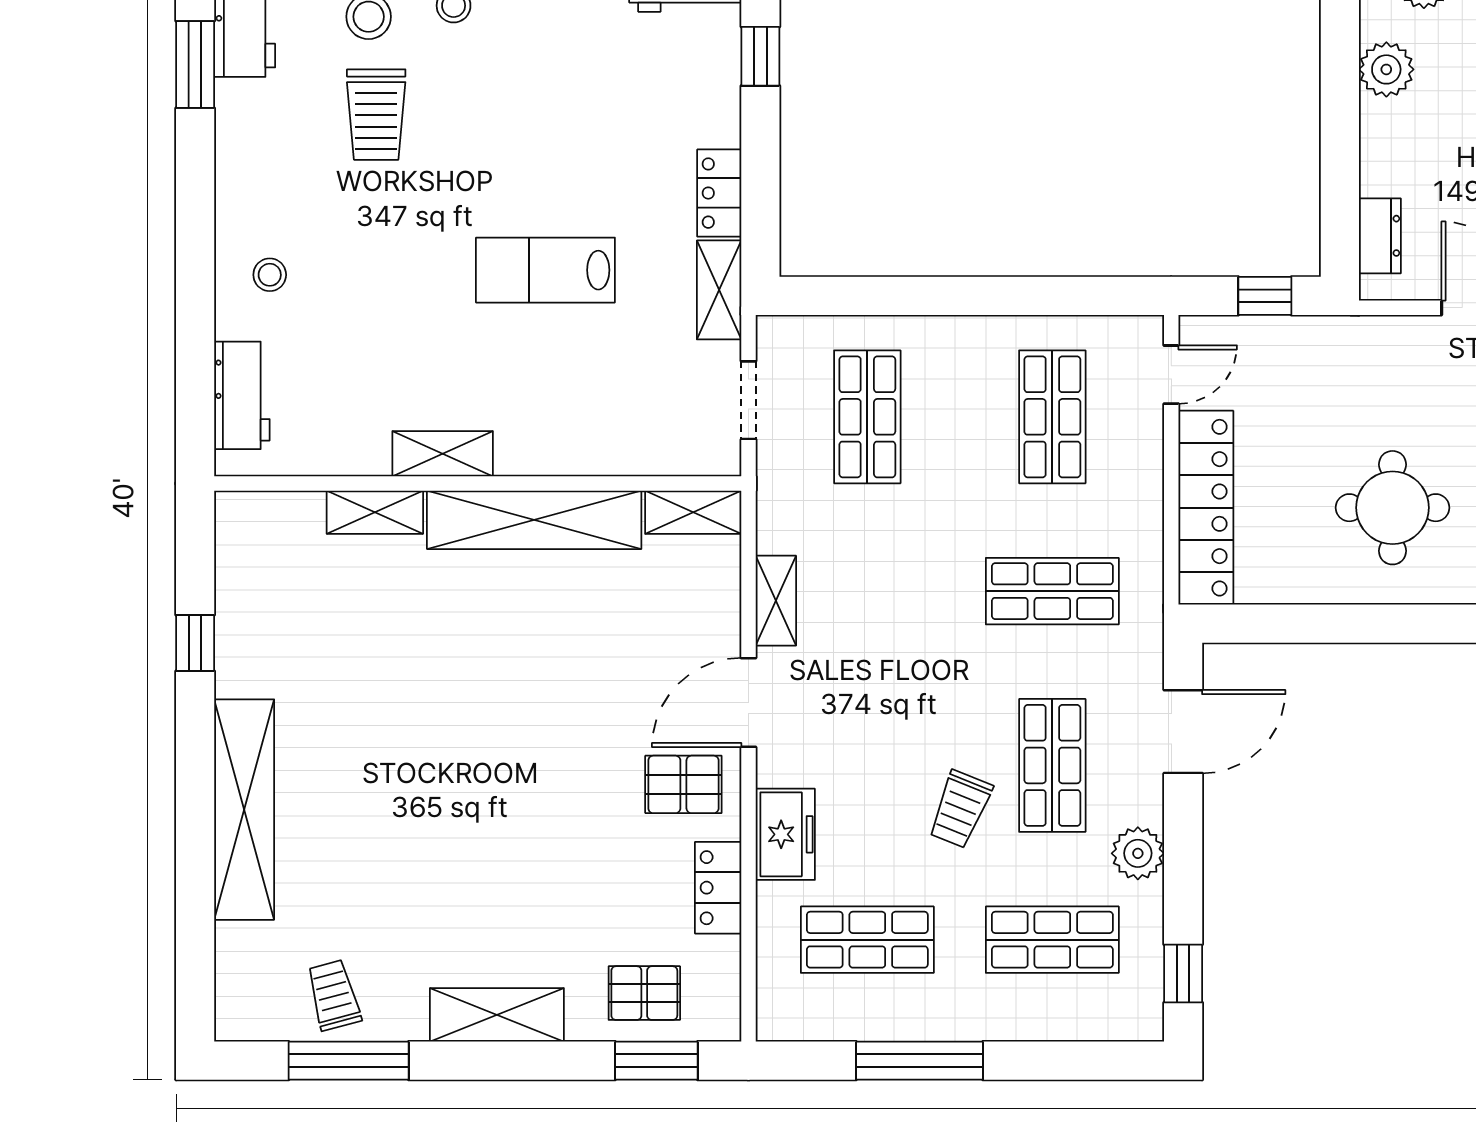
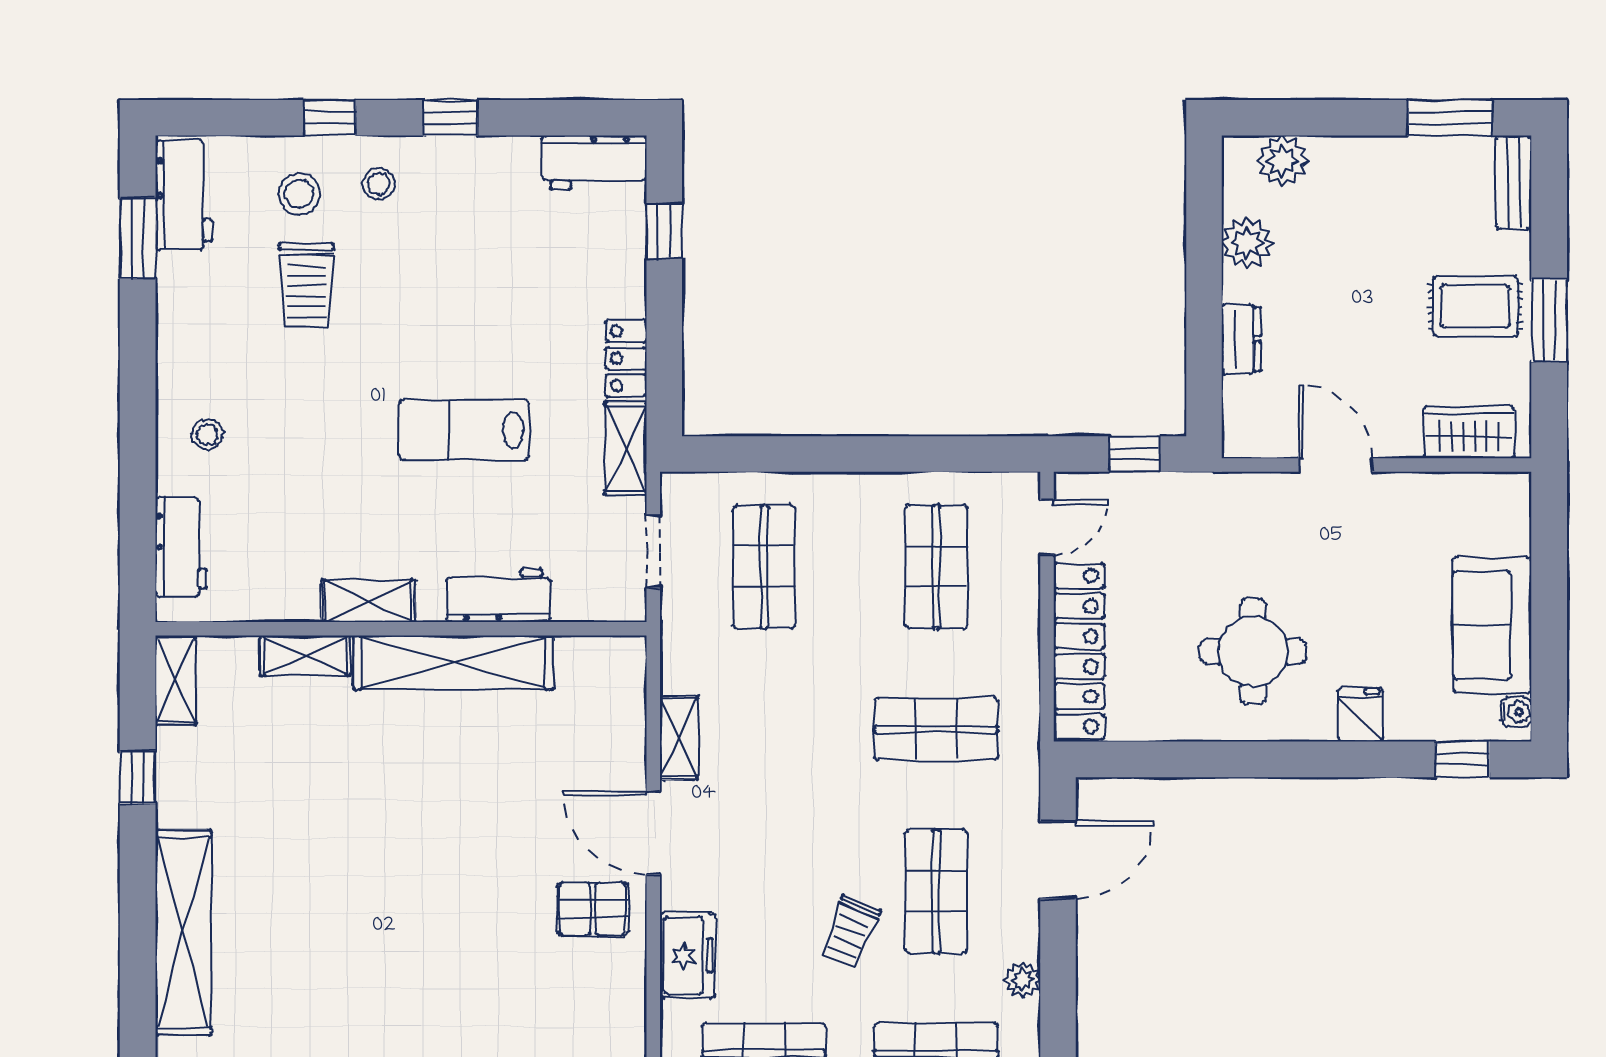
dresser: (1380, 236) -> (1241, 339), moved
workbench: (582, 448) -> (498, 595), added
shelving: (693, 512) -> (176, 680), moved, turned 90
door: (748, 702) -> (653, 833), hinge flipped
plant: (1138, 853) -> (1023, 980), width x0.73, depth x0.73
locker: (718, 888) -> (625, 1005), removed

